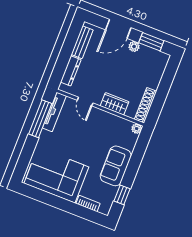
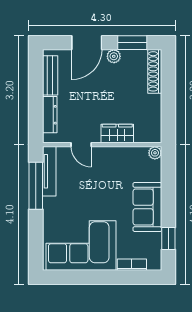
shoe rack: (146, 105) -> (155, 71), moved

